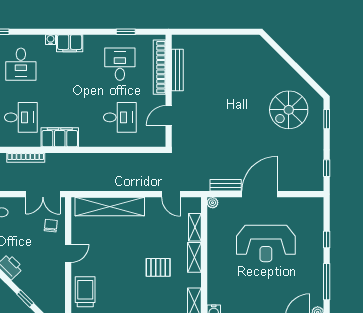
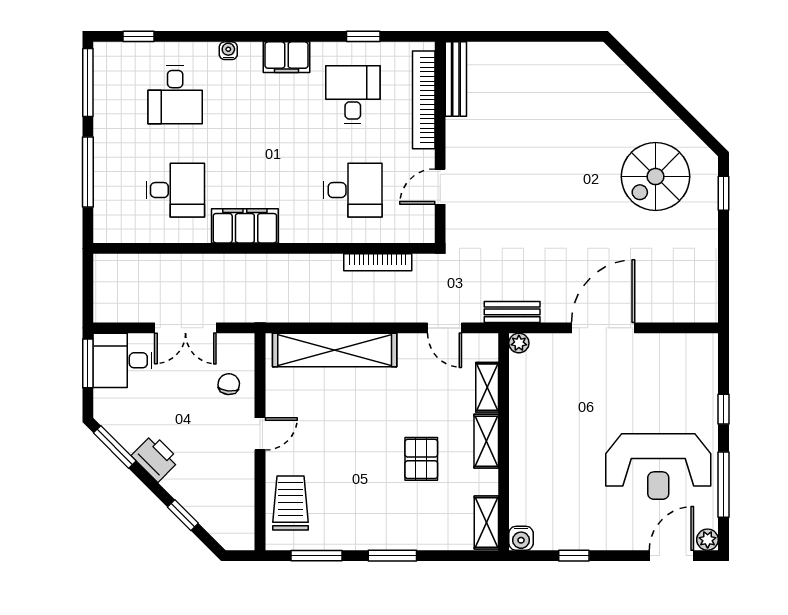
filing cabinet: (70, 43) -> (286, 57), moved
bench: (177, 70) -> (456, 79), moved
bookcase: (26, 158) -> (378, 262), moved
window: (327, 168) -> (724, 281), removed
bench: (226, 185) -> (512, 312), moved
double door: (43, 194) -> (185, 328), moved
reception desk: (266, 243) -> (658, 466), moved
pallet: (158, 267) -> (421, 459), turned 90

